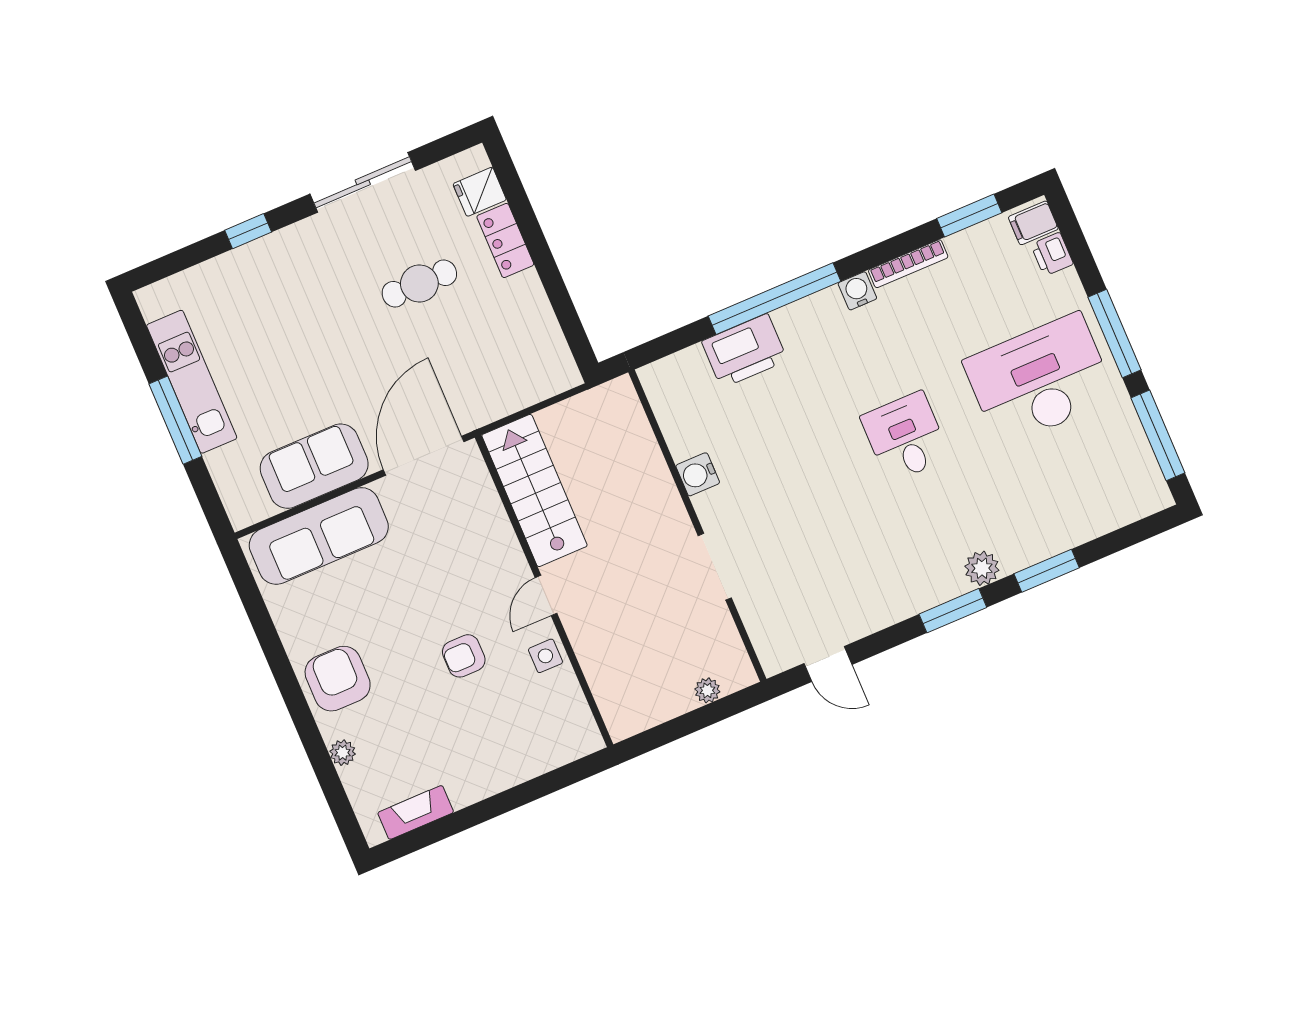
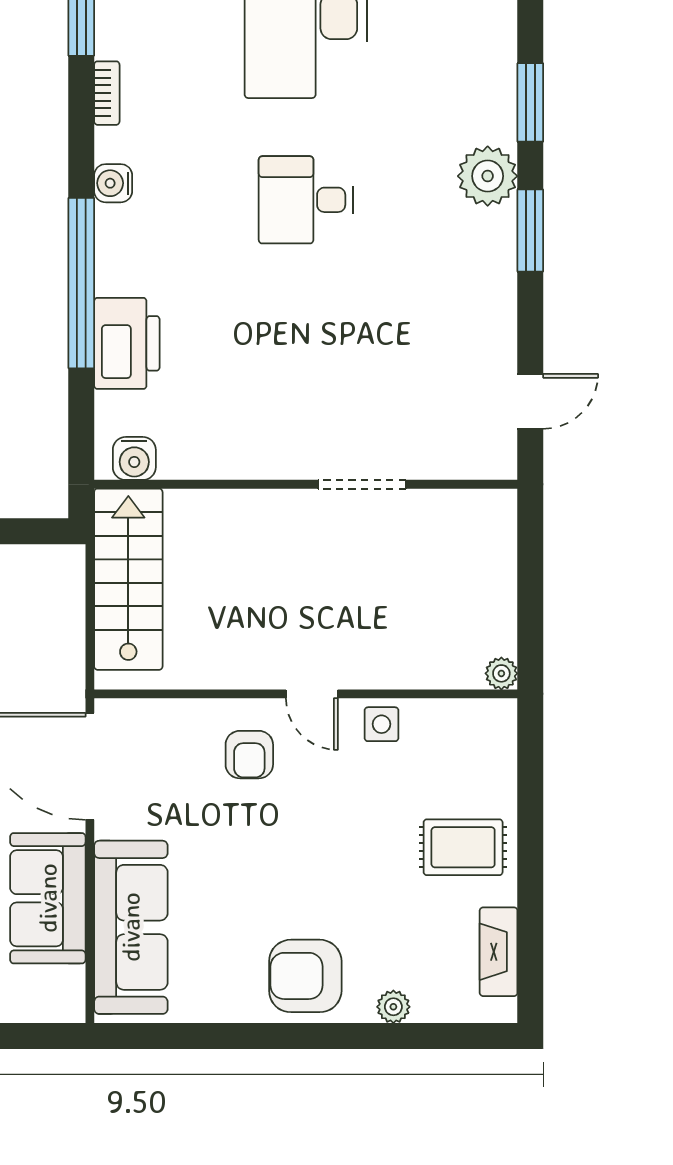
bookcase: (908, 264) -> (107, 93), width x0.64
water cooler: (698, 474) -> (134, 458), moved
stairs: (534, 491) -> (128, 579), moved, turned 90
plant: (982, 568) -> (488, 176), width x1.36, depth x1.36
armchair: (464, 656) -> (249, 755), moved
plant: (707, 690) -> (501, 673), moved
rug: (481, 754) -> (463, 847), added

